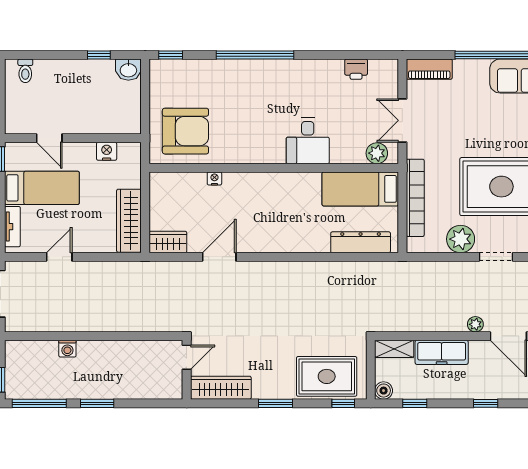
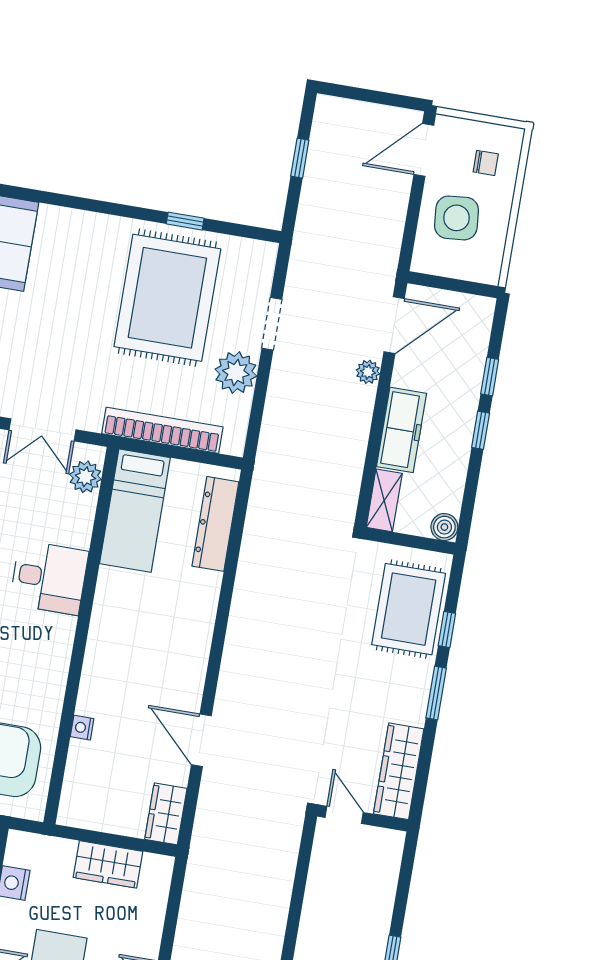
wardrobe: (129, 221) -> (108, 864), width x0.67
window: (343, 403) -> (447, 630), moved
window: (415, 403) -> (481, 430), moved

